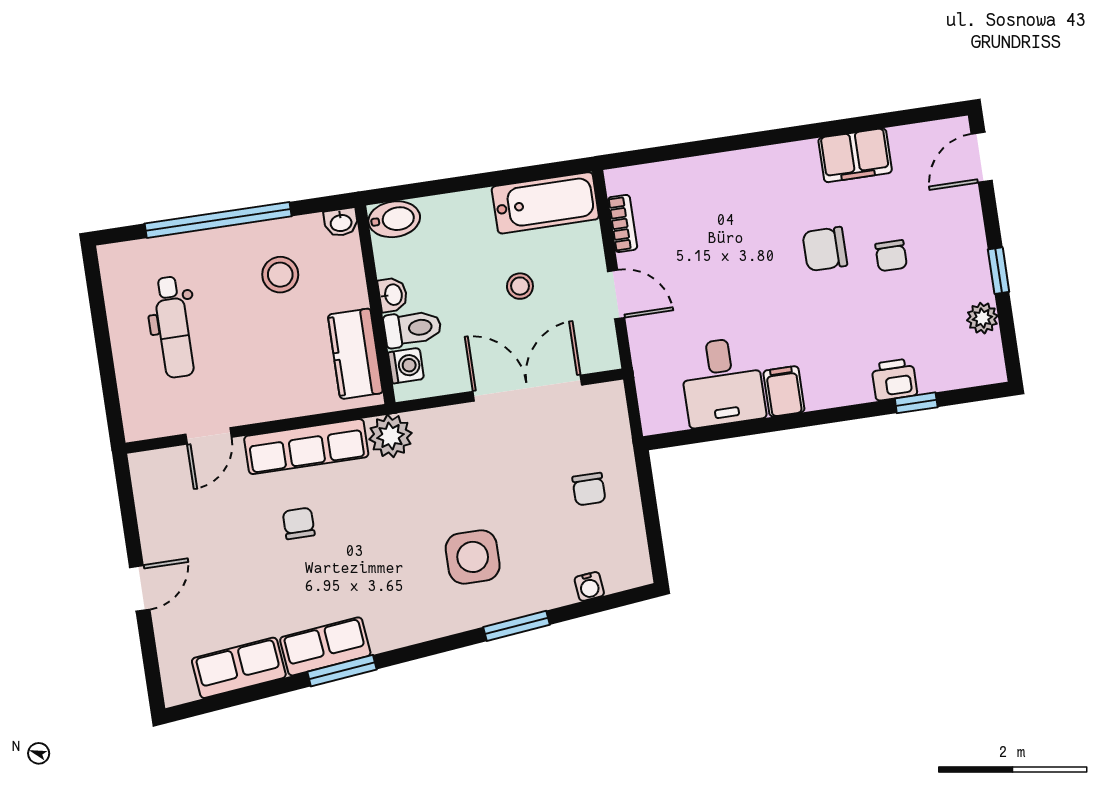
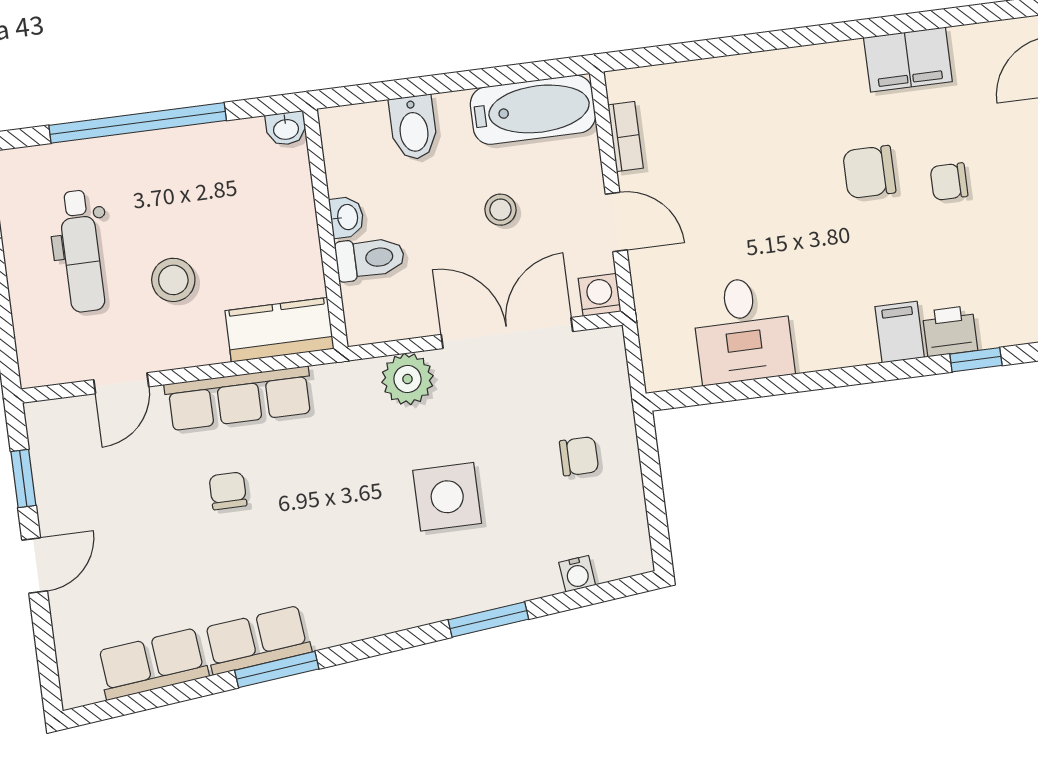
bidet: (394, 219) -> (413, 128), moved, turned 90
chair: (891, 256) -> (949, 182), turned 90
stool: (280, 275) -> (173, 280), moved
kitchen counter: (355, 354) -> (279, 330), moved, turned 90
washing machine: (406, 366) -> (600, 295), moved, turned -90
filing cabinet: (784, 391) -> (900, 332), moved
plant: (391, 436) -> (407, 379), moved
chair: (589, 489) -> (579, 456), turned -90
window: (129, 516) -> (23, 479), added
side table: (473, 557) -> (447, 497), moved

